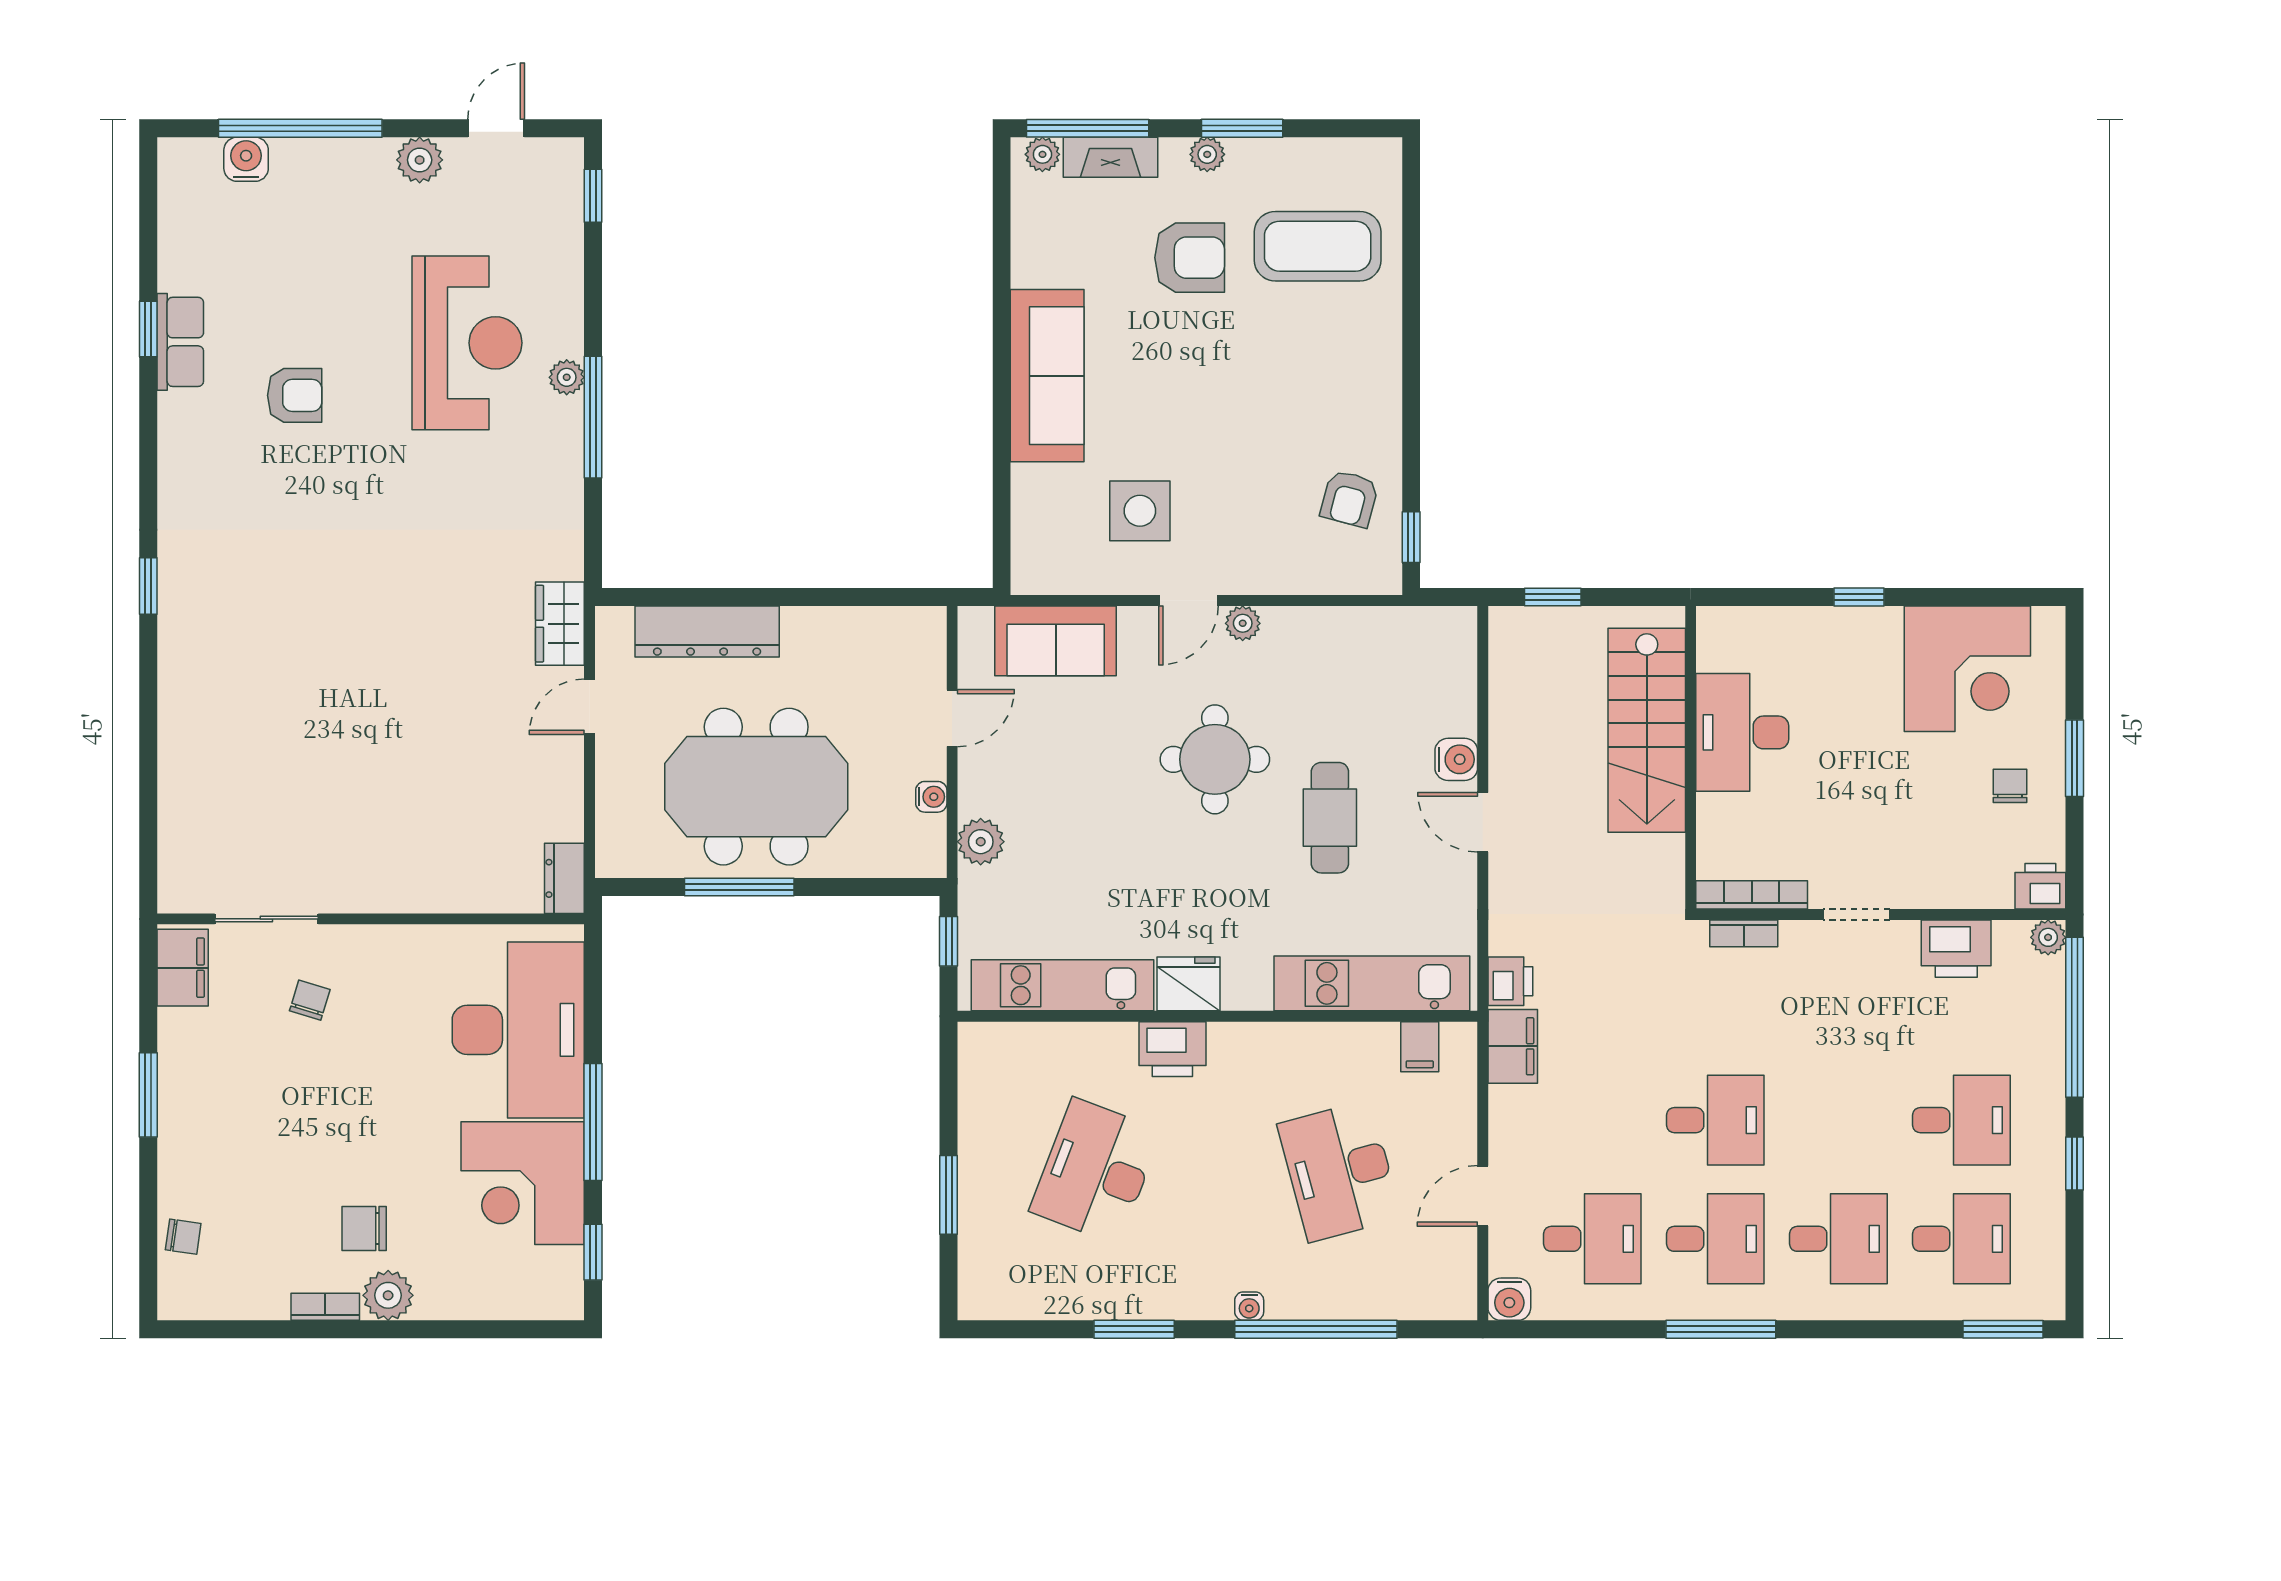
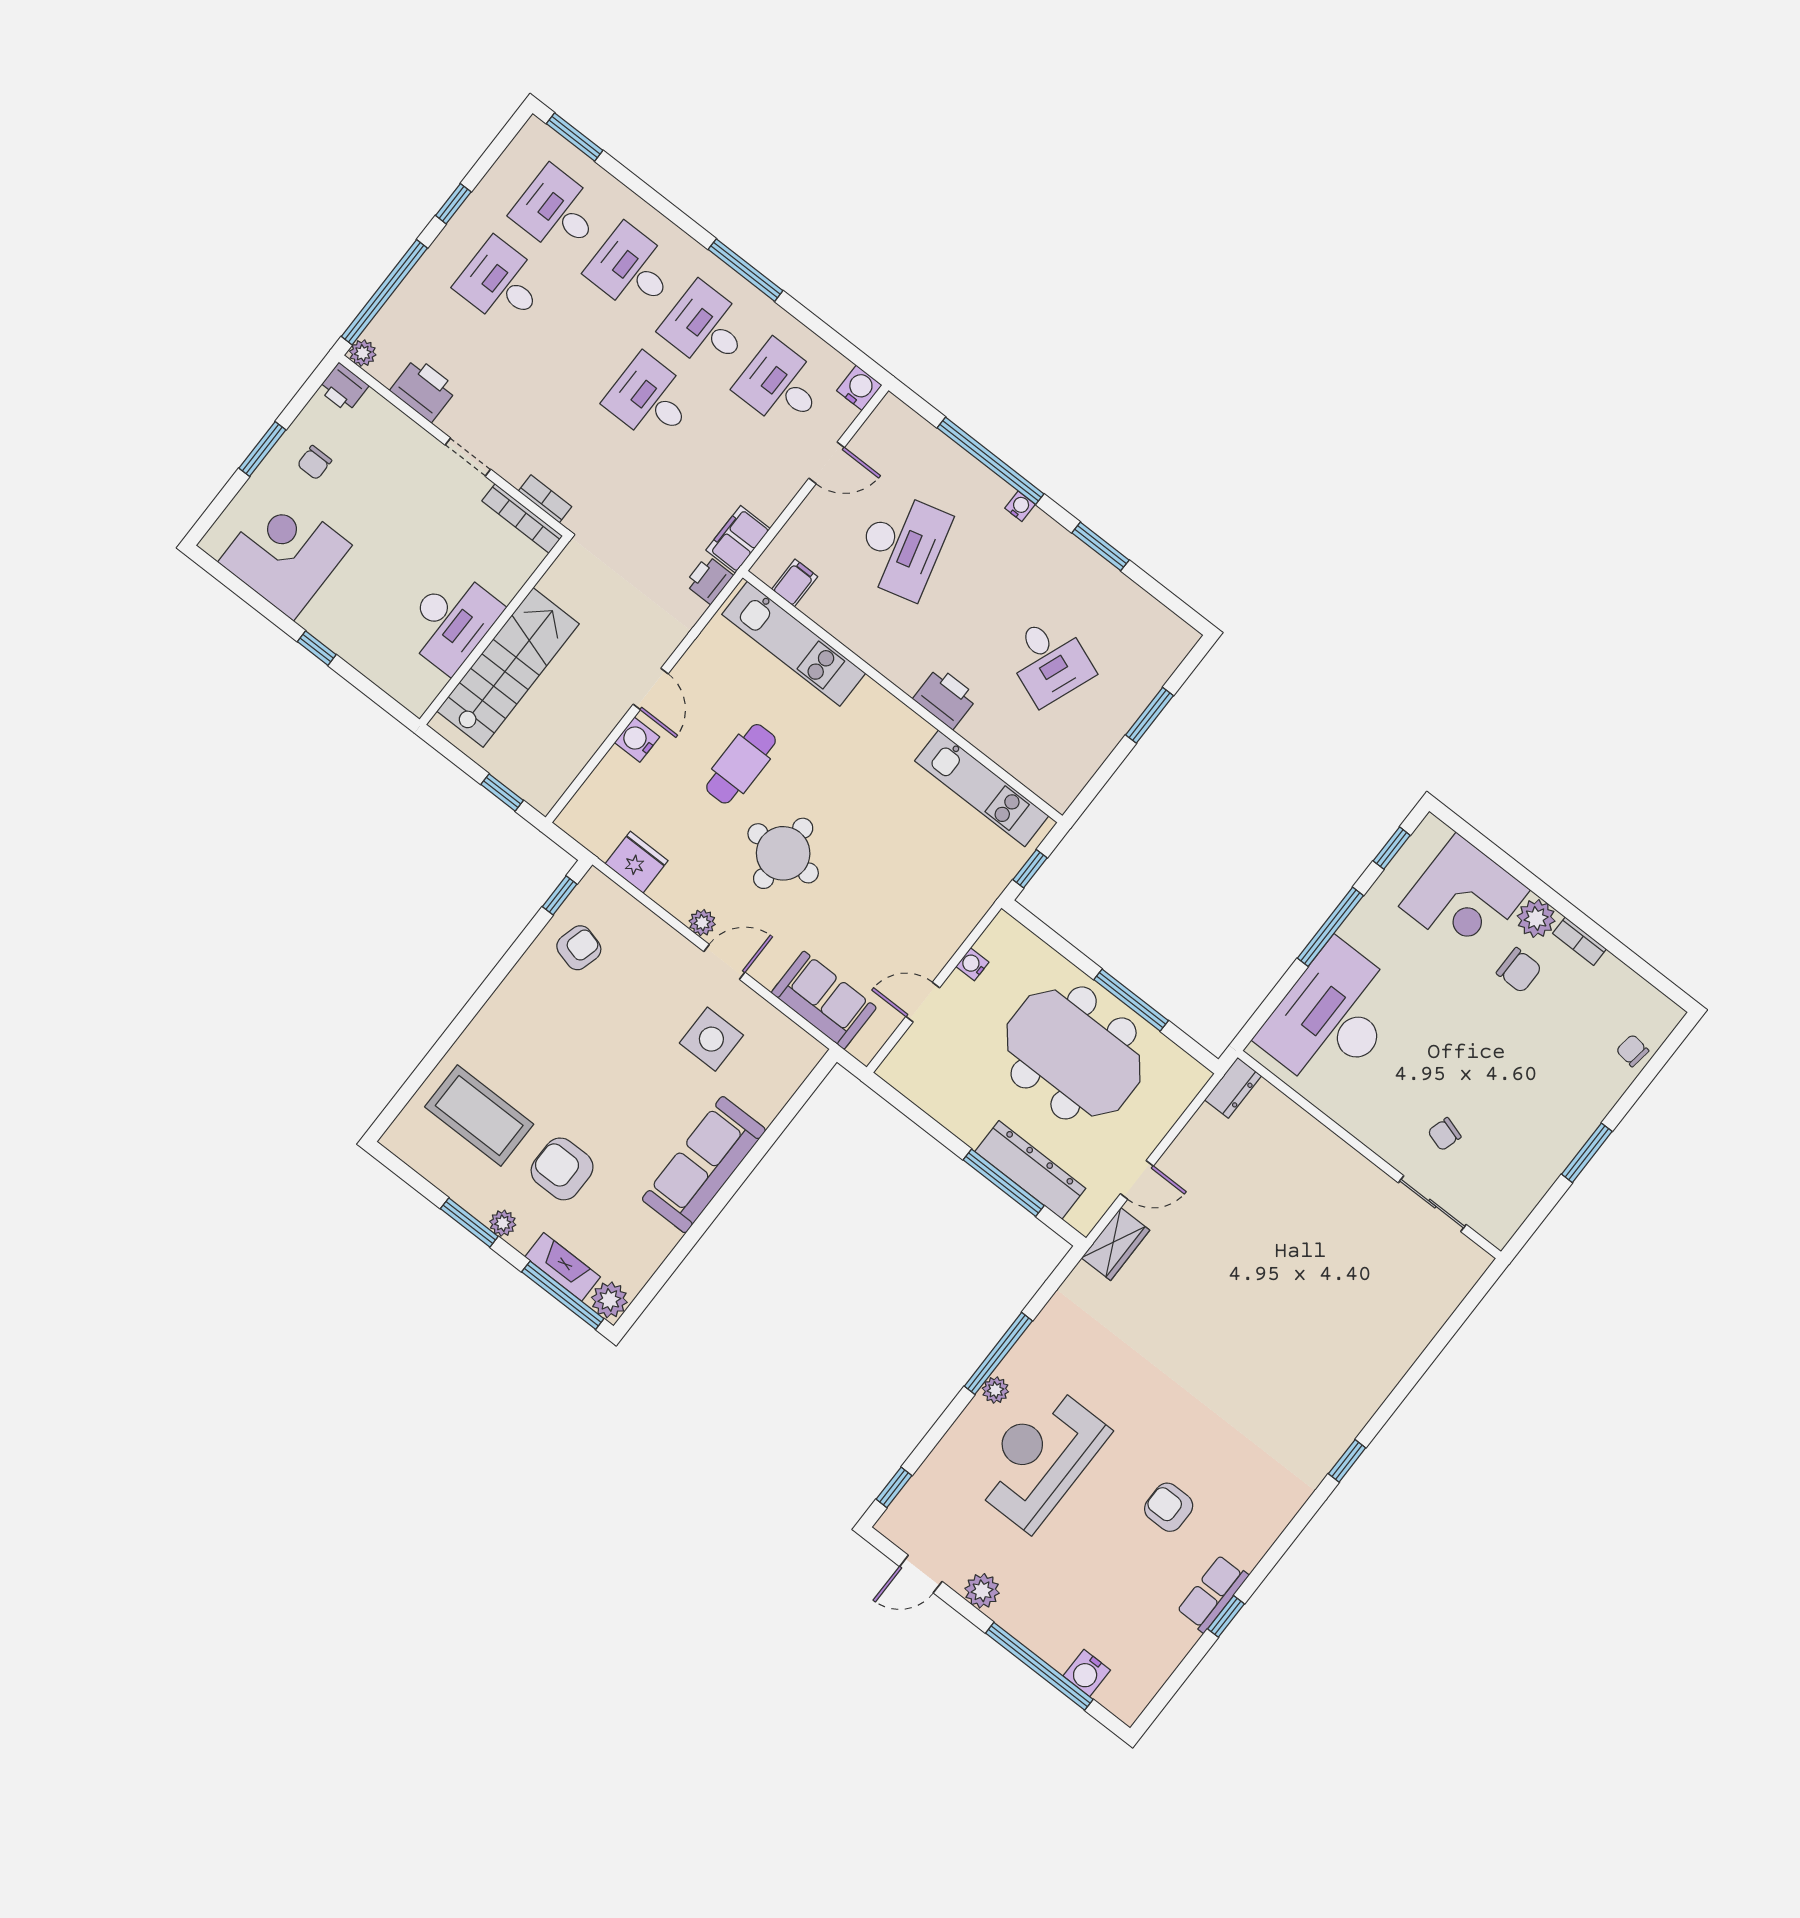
plant: (1042, 154) -> (609, 1300), width x1.38, depth x1.38
window: (724, 597) -> (1004, 1183), added
plant: (981, 842) -> (964, 914), removed
filing cabinet: (183, 968) -> (1506, 1214), removed
fridge: (1189, 984) -> (637, 862), moved, turned 180
desk: (1096, 1171) -> (1049, 660), width x0.73
corner desk: (523, 1183) -> (1464, 898), moved, turned 90

